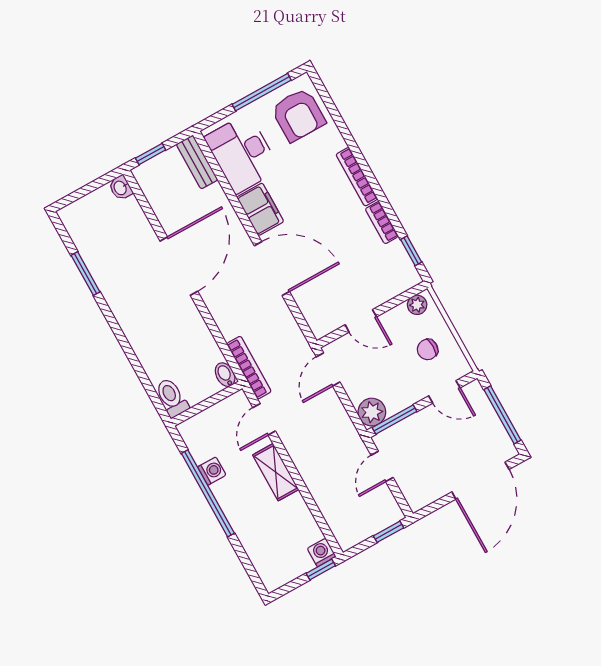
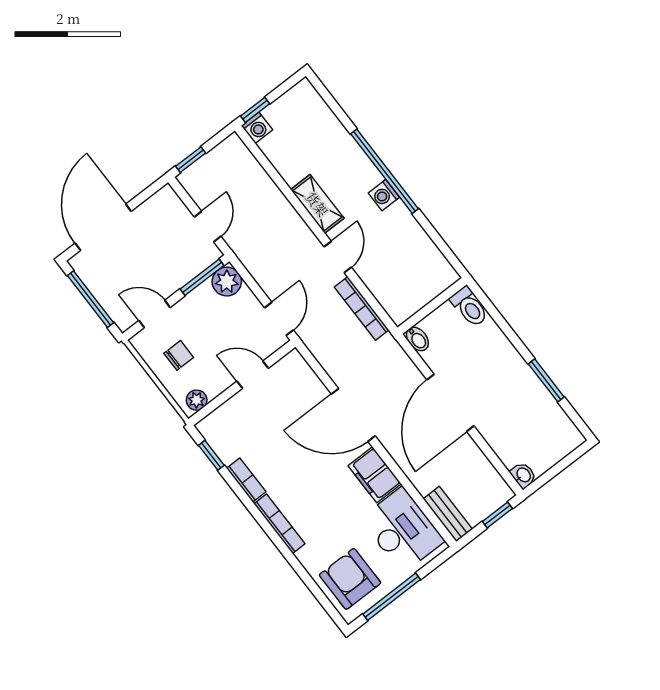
bidet: (225, 375) -> (417, 339), moved
toilet: (172, 398) -> (469, 307), moved
wall: (207, 404) -> (432, 306), moved

